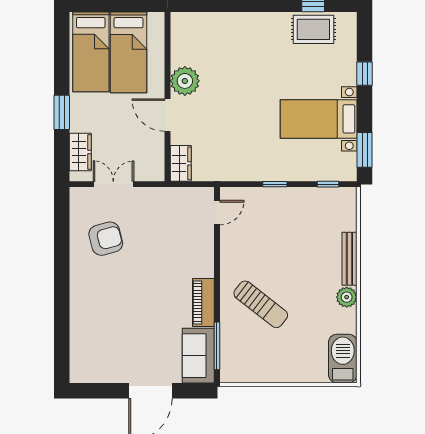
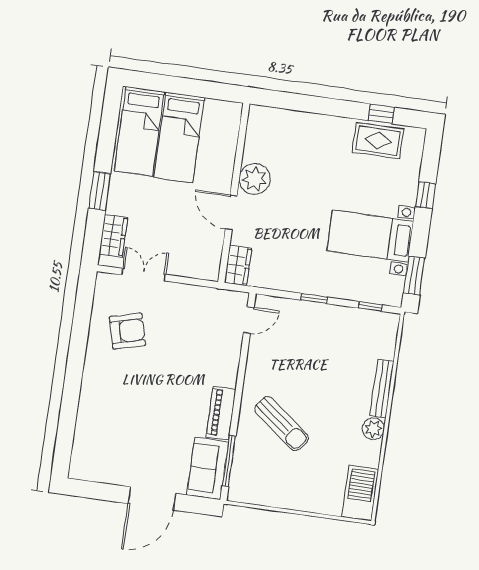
plant: (185, 81) -> (255, 179), moved
wall: (167, 97) -> (234, 193), moved
door: (167, 115) -> (231, 212), moved
wardrobe: (181, 163) -> (238, 265), moved

